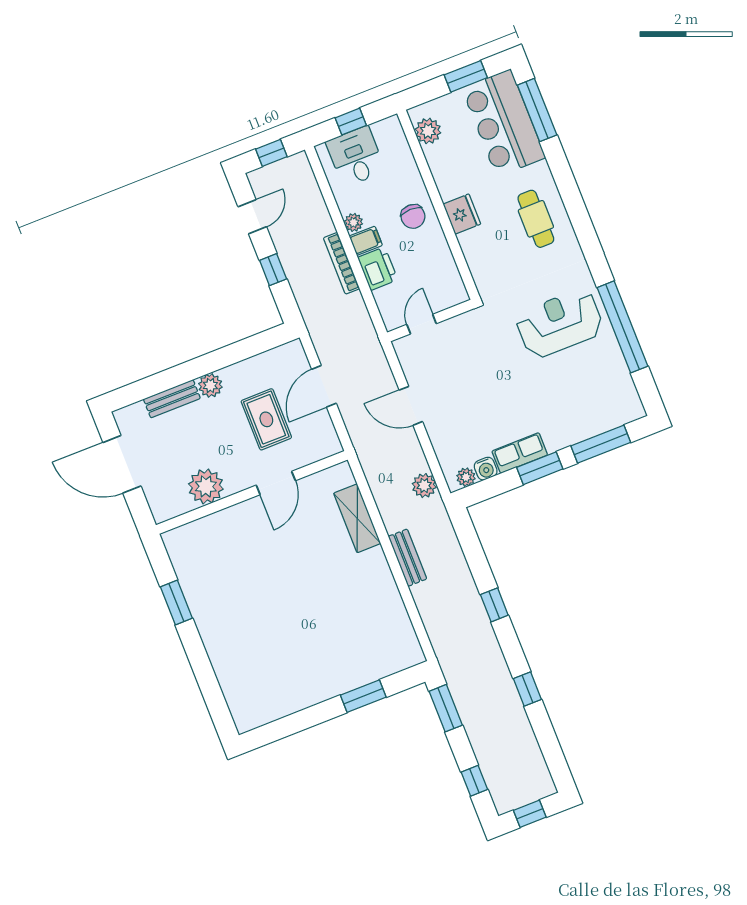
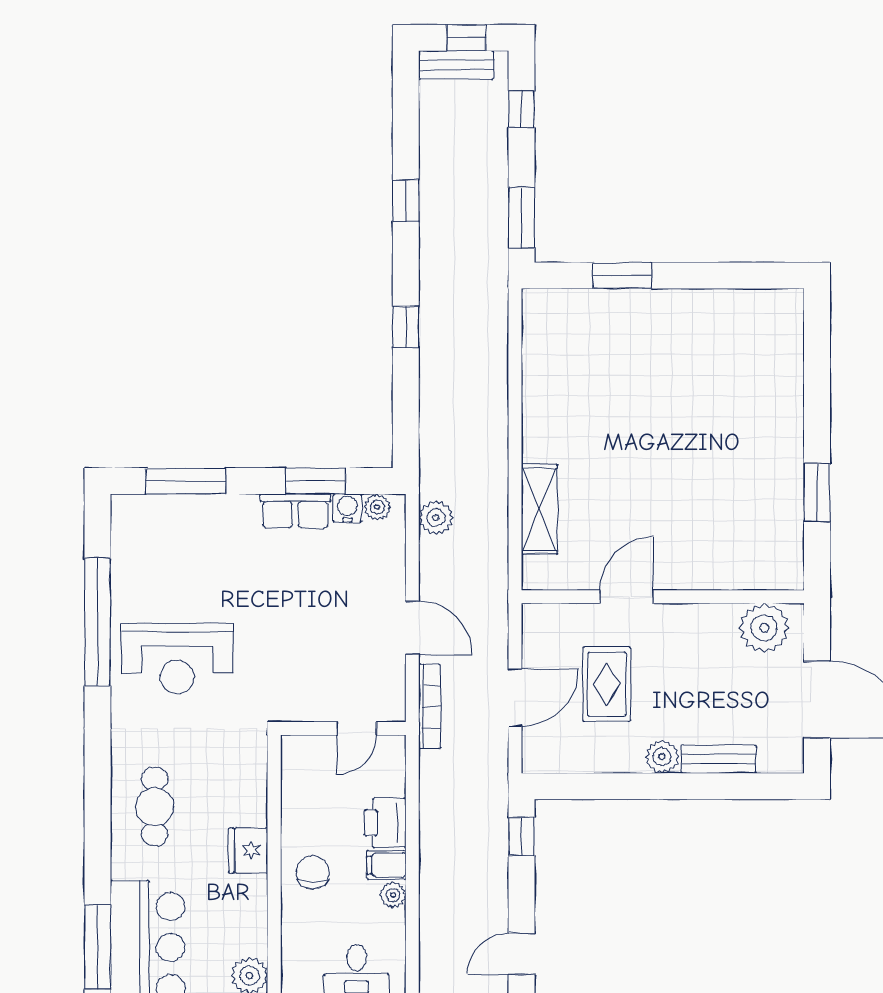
bookcase: (341, 263) -> (429, 706), moved
window: (273, 270) -> (521, 836), moved
window: (540, 468) -> (315, 481), moved
plant: (206, 486) -> (764, 628), moved
bench: (407, 558) -> (456, 65), moved, turned 90

